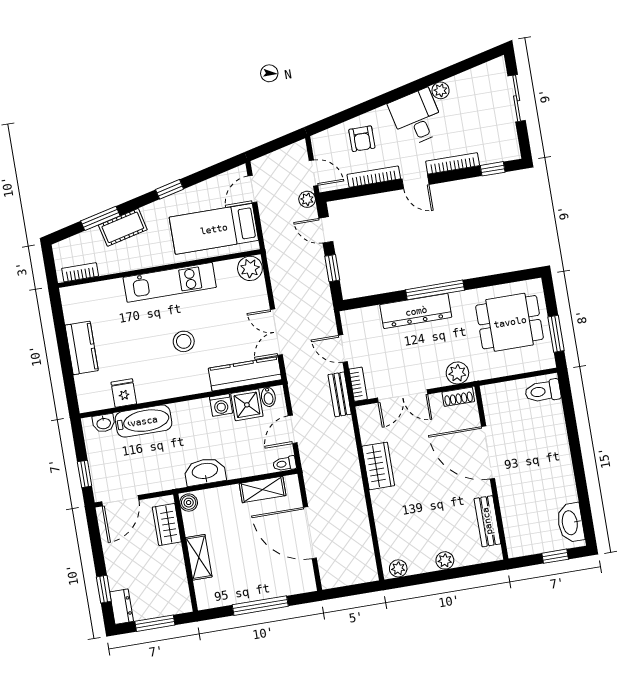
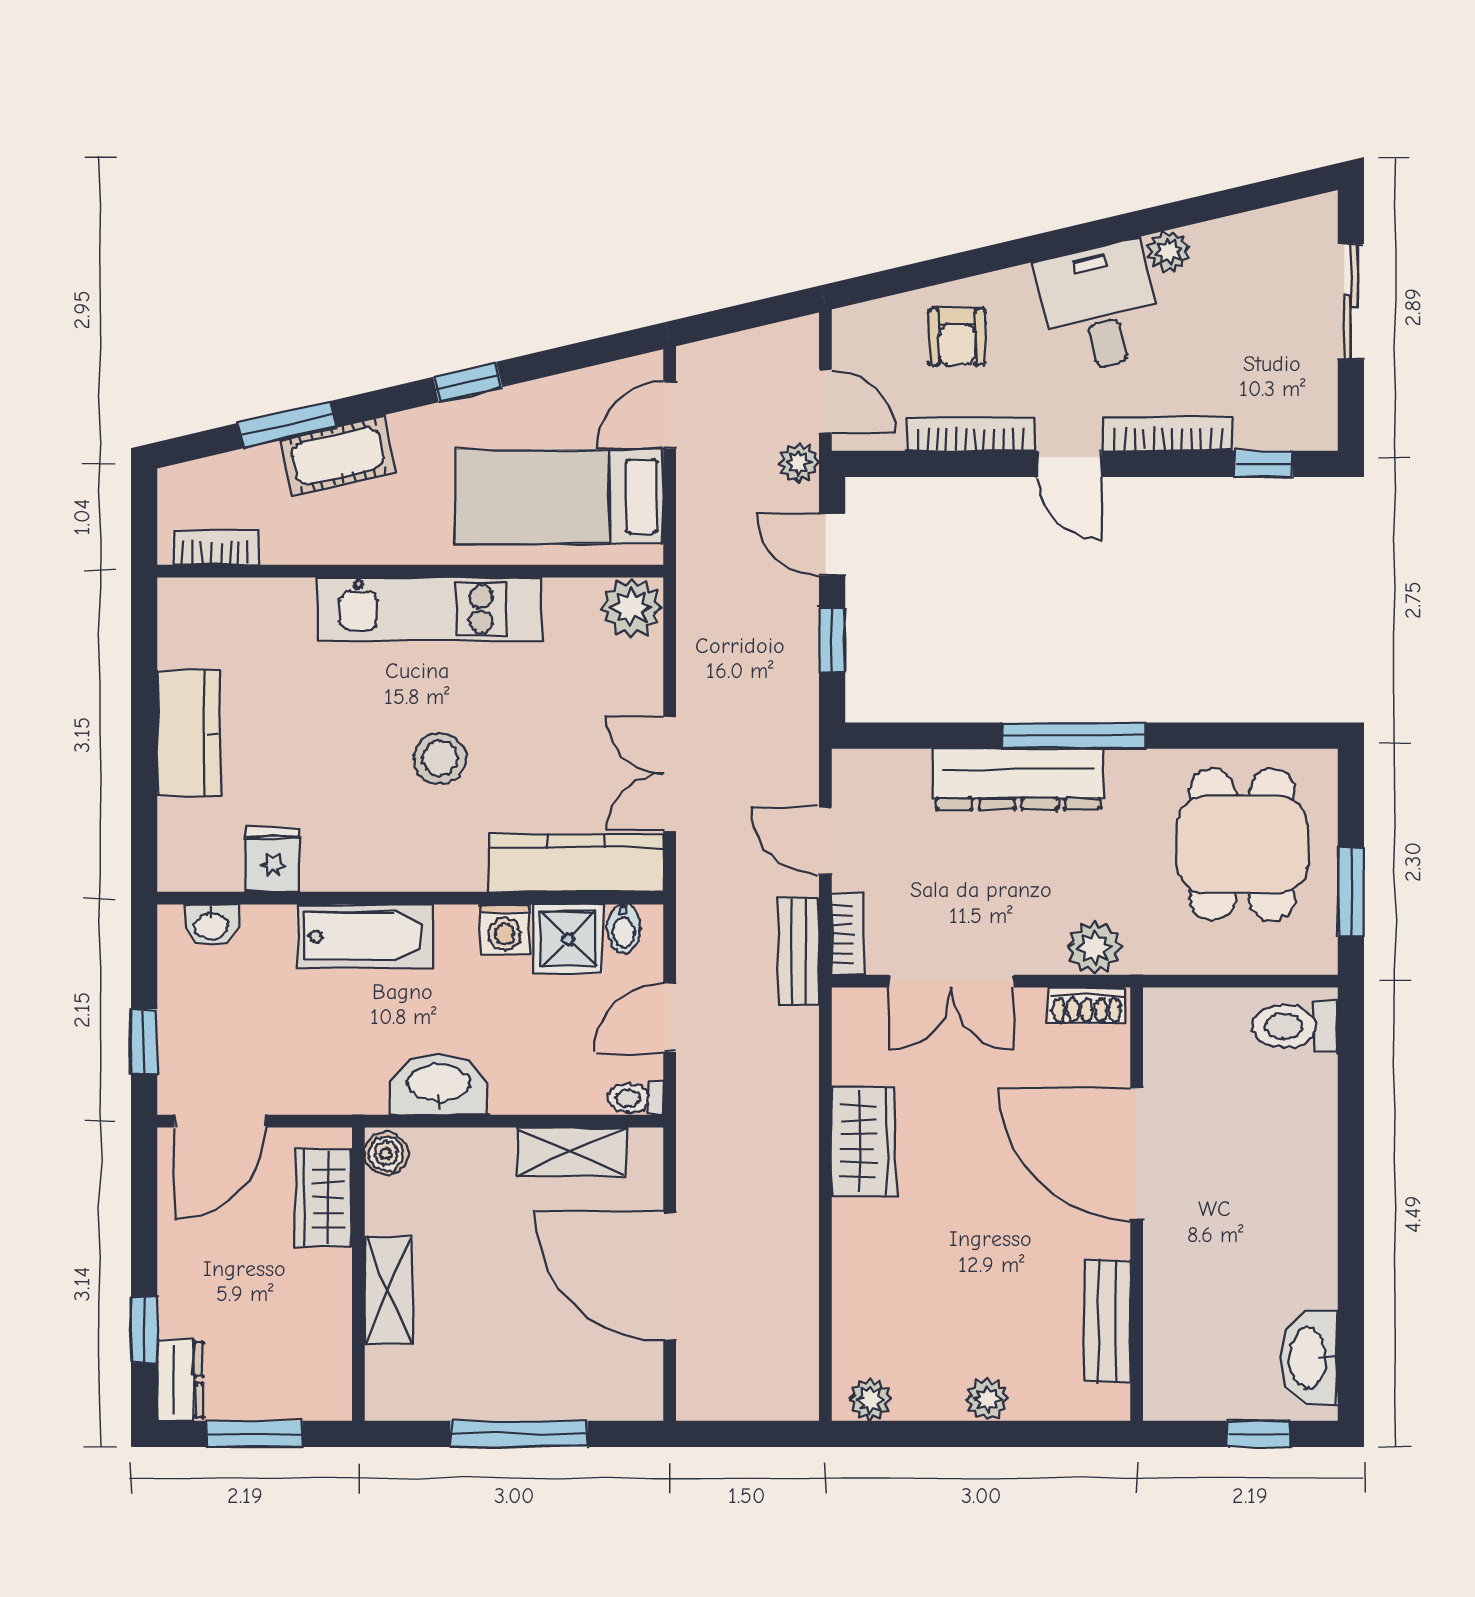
dining table: (510, 322) -> (1242, 845), turned 90
bathtub: (144, 421) -> (365, 936), moved

